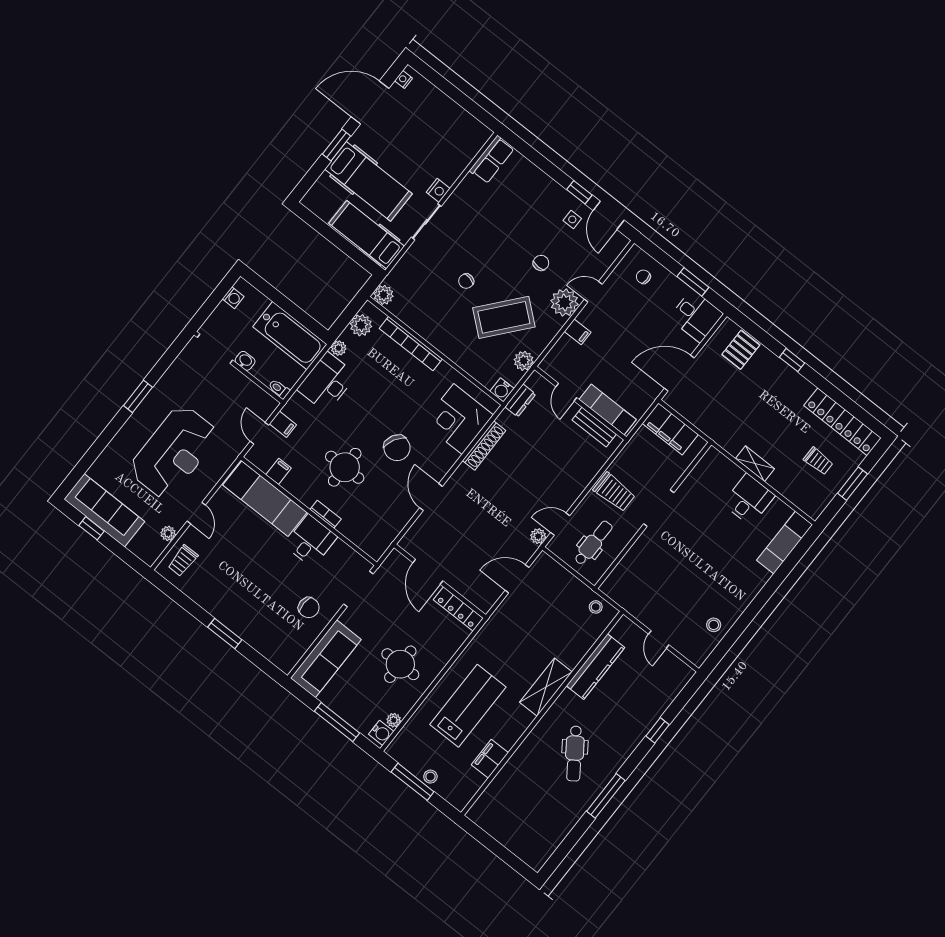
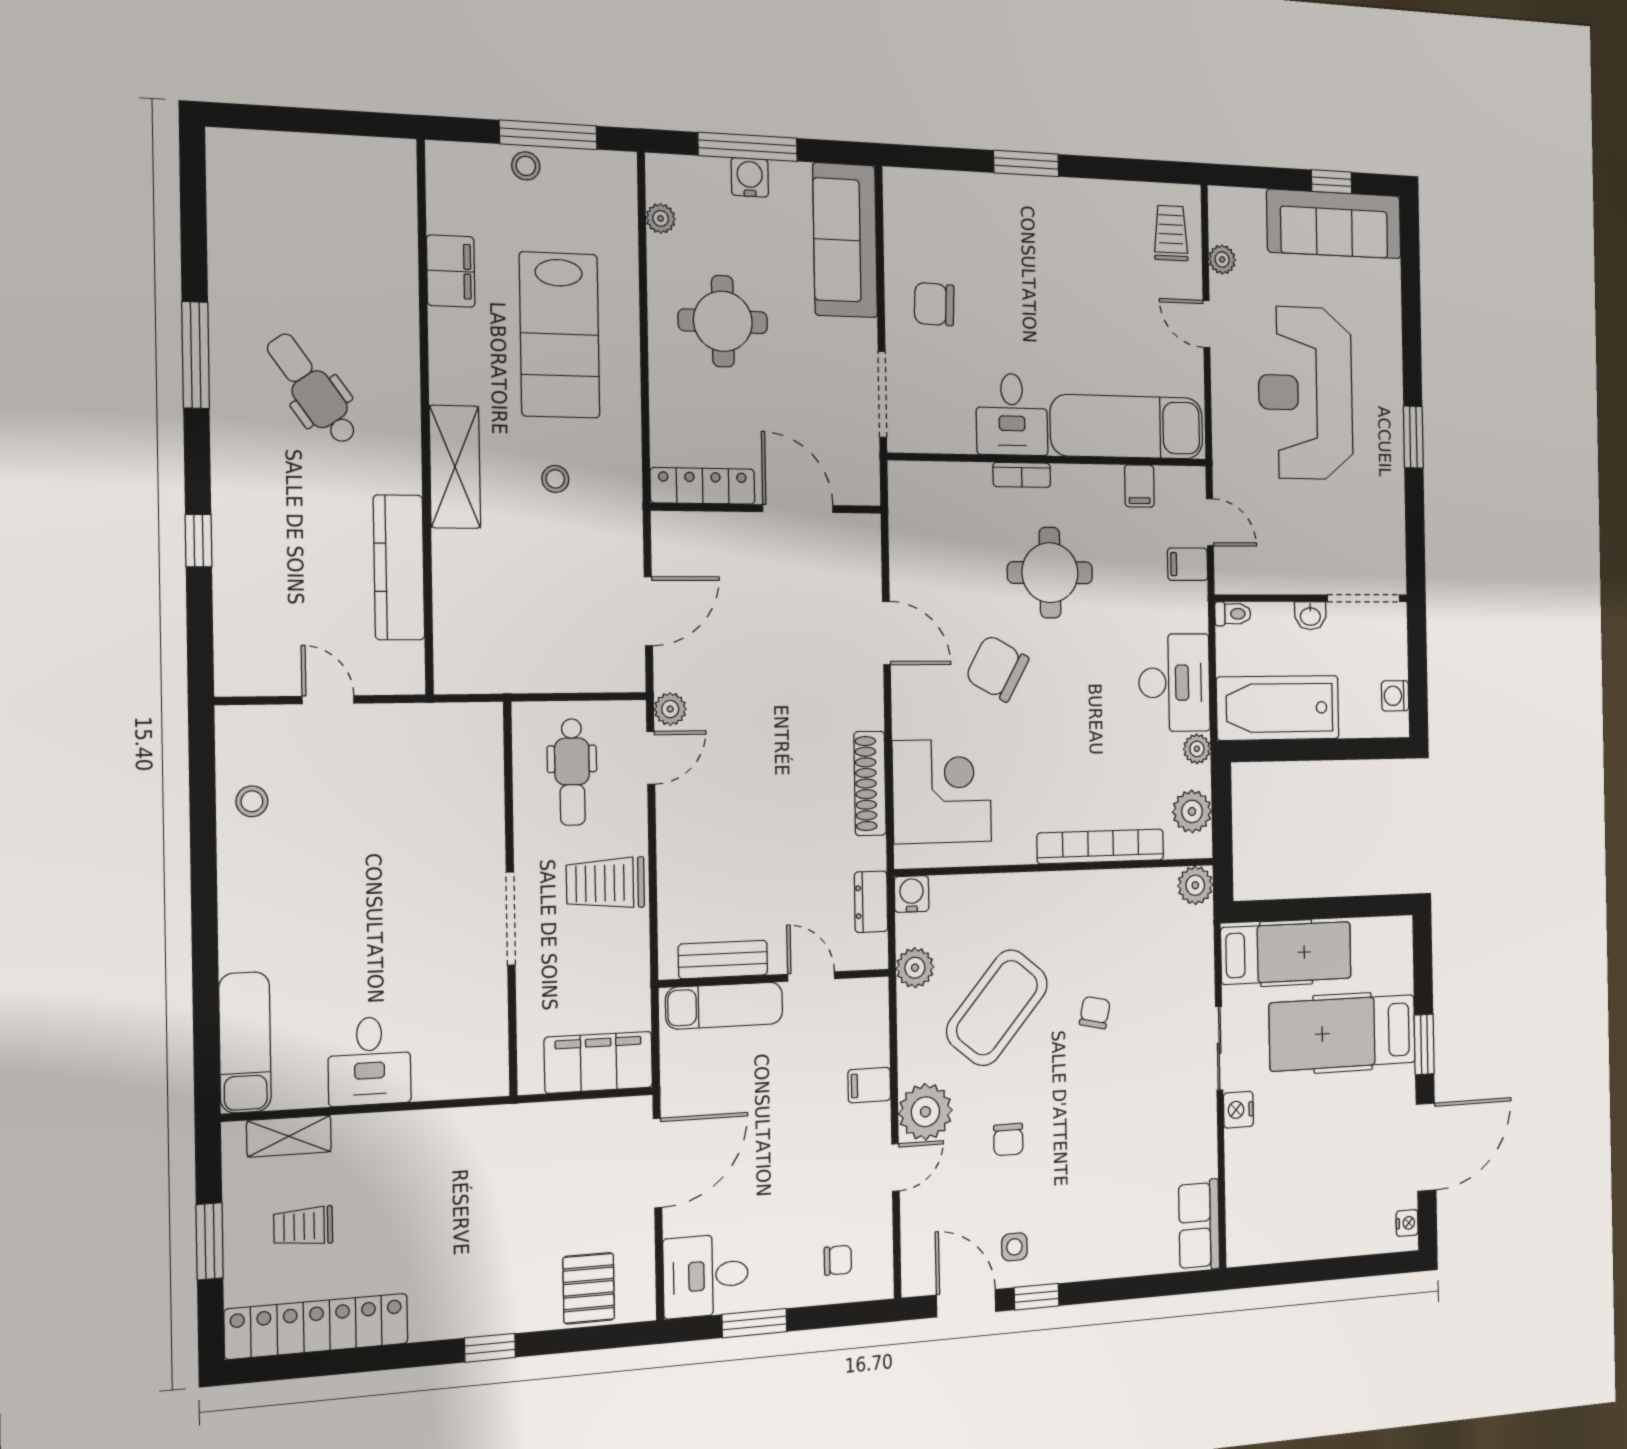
shelving: (755, 464) -> (289, 1136), moved
stool: (596, 607) -> (555, 479), moved
water cooler: (381, 733) -> (750, 177), moved, turned 90

